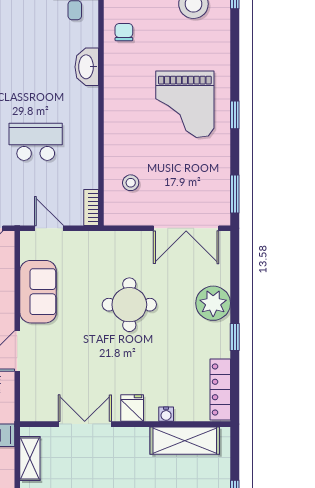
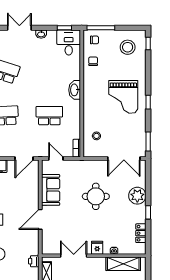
washbasin: (87, 67) -> (75, 90), moved
locker: (220, 389) -> (141, 233), width x0.66

